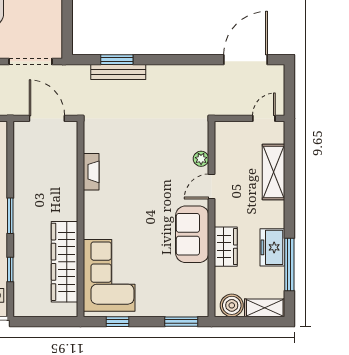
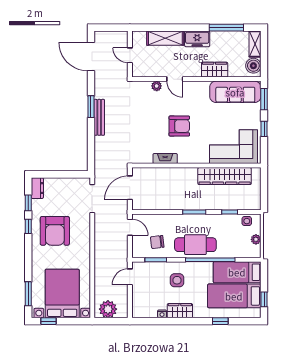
window: (117, 60) -> (91, 107), moved
bench: (118, 72) -> (99, 117), moved
door: (264, 118) -> (130, 55), moved
armchair: (140, 193) -> (179, 126), added
sofa: (192, 234) -> (235, 92), moved, width x1.36
freezer: (272, 247) -> (197, 39), moved
window: (117, 322) -> (264, 129), moved

